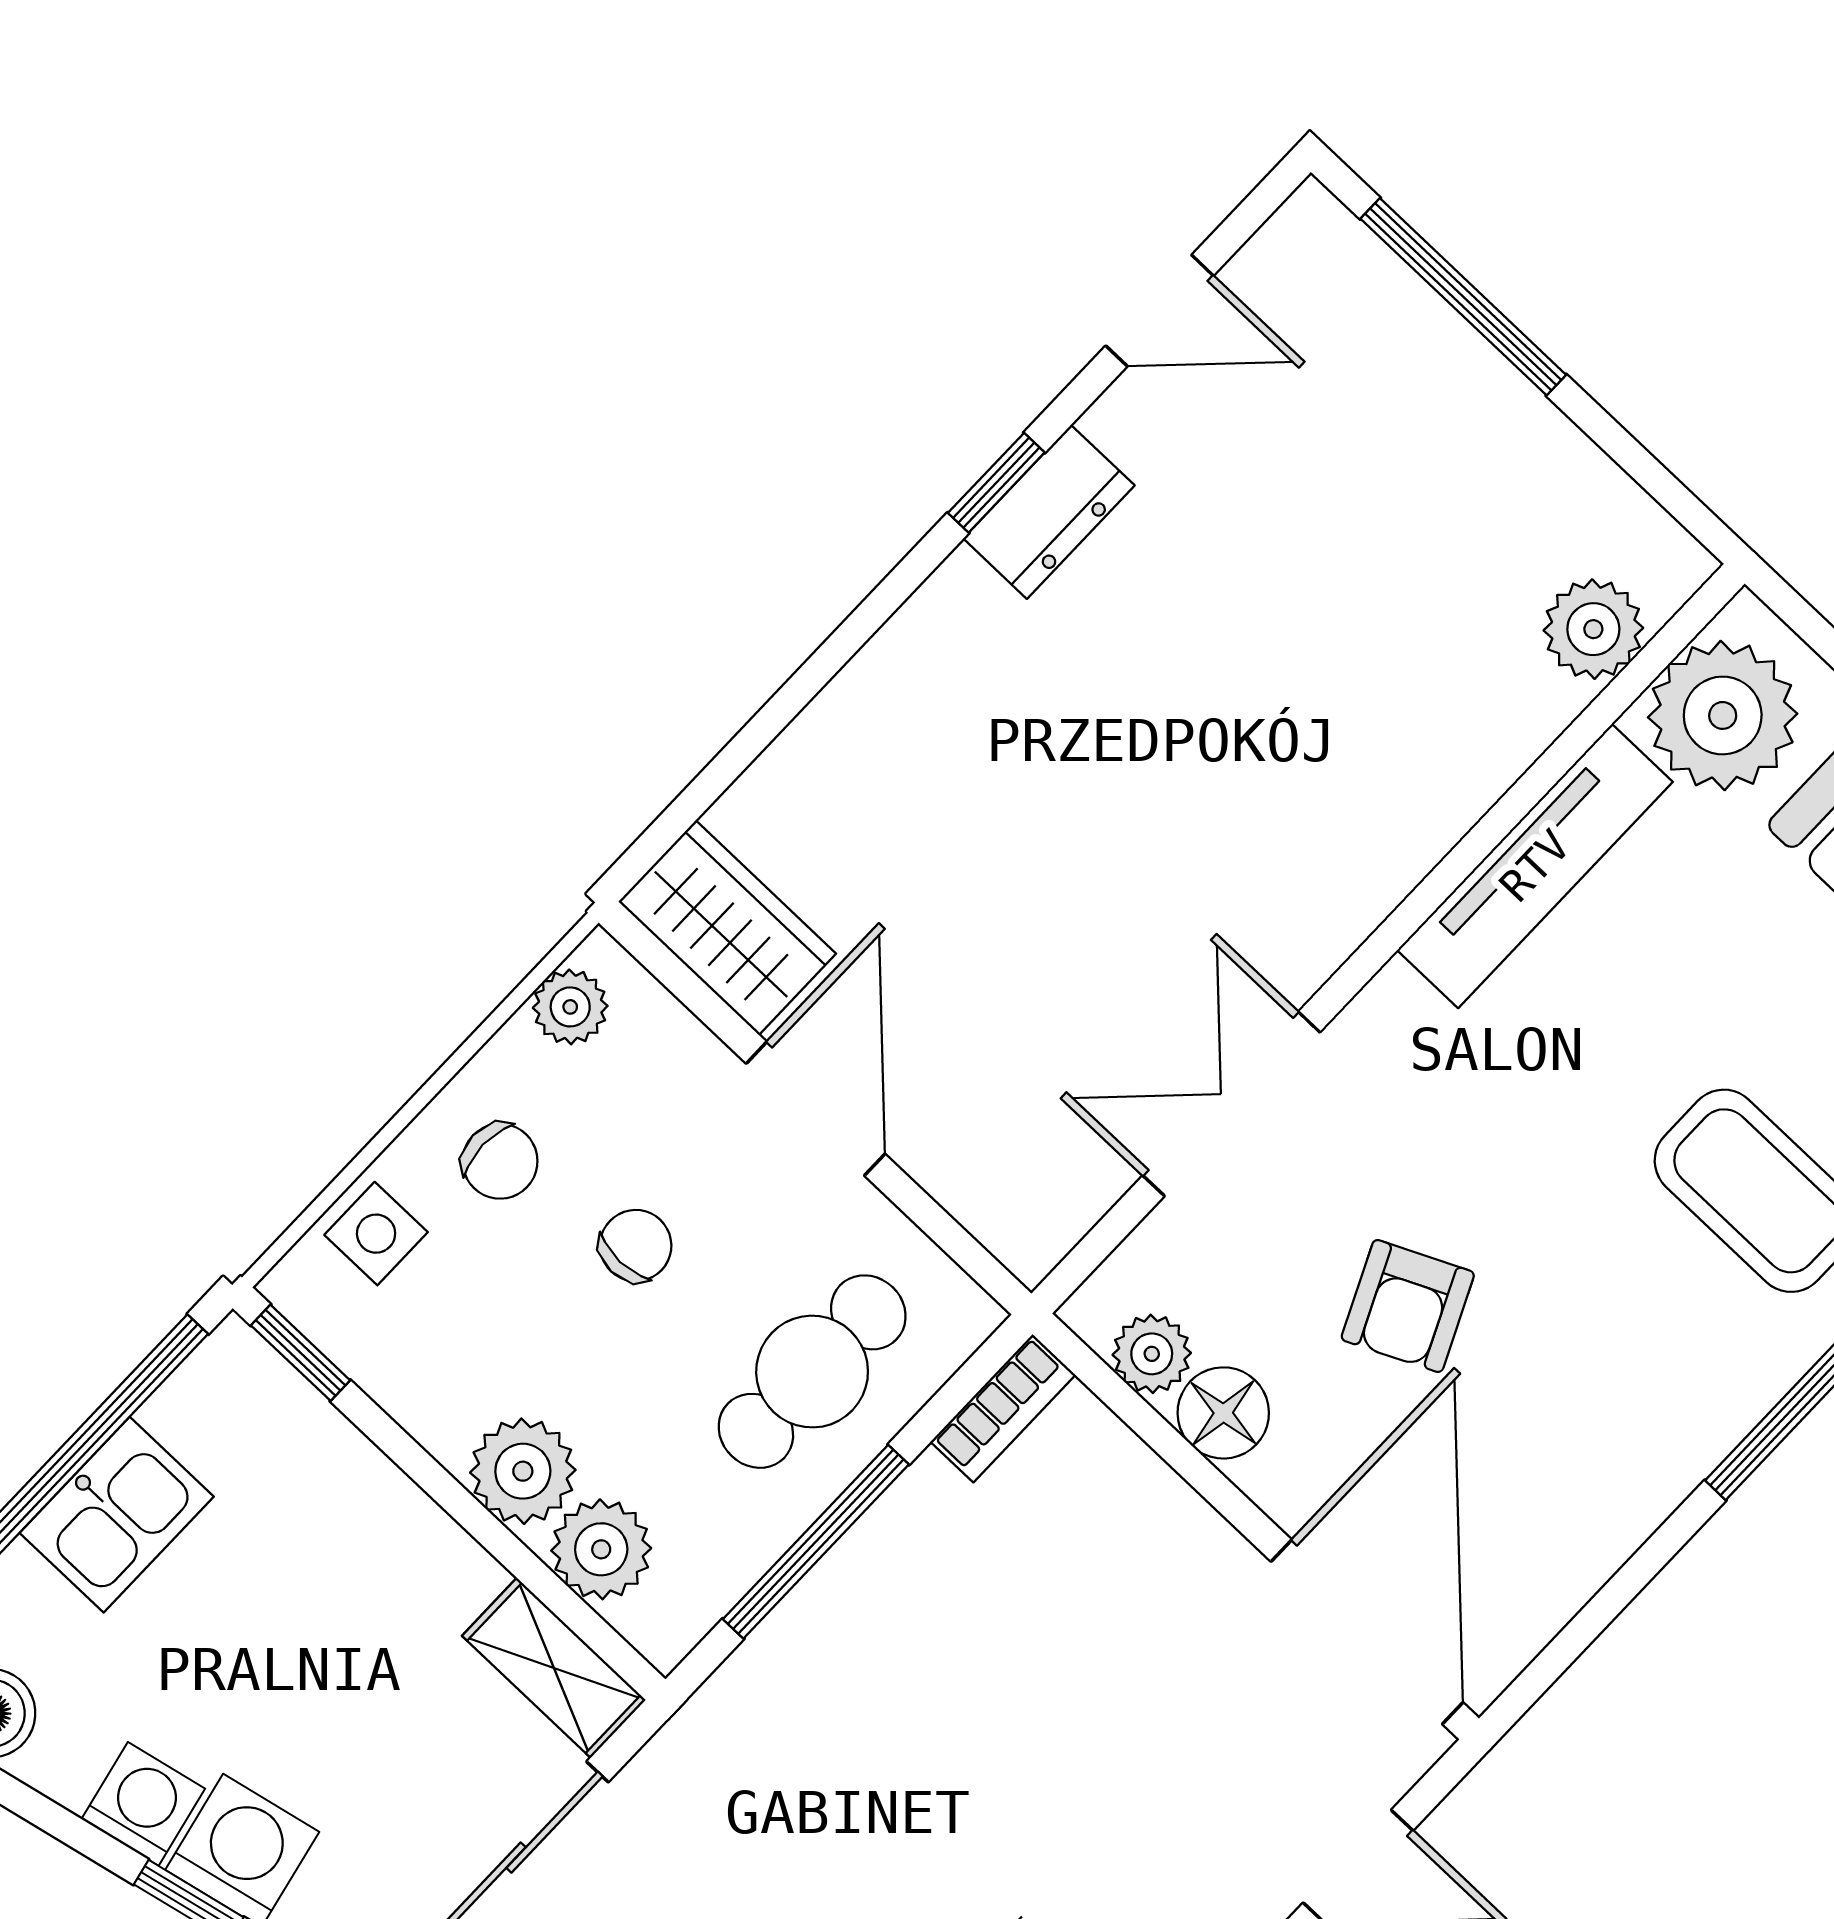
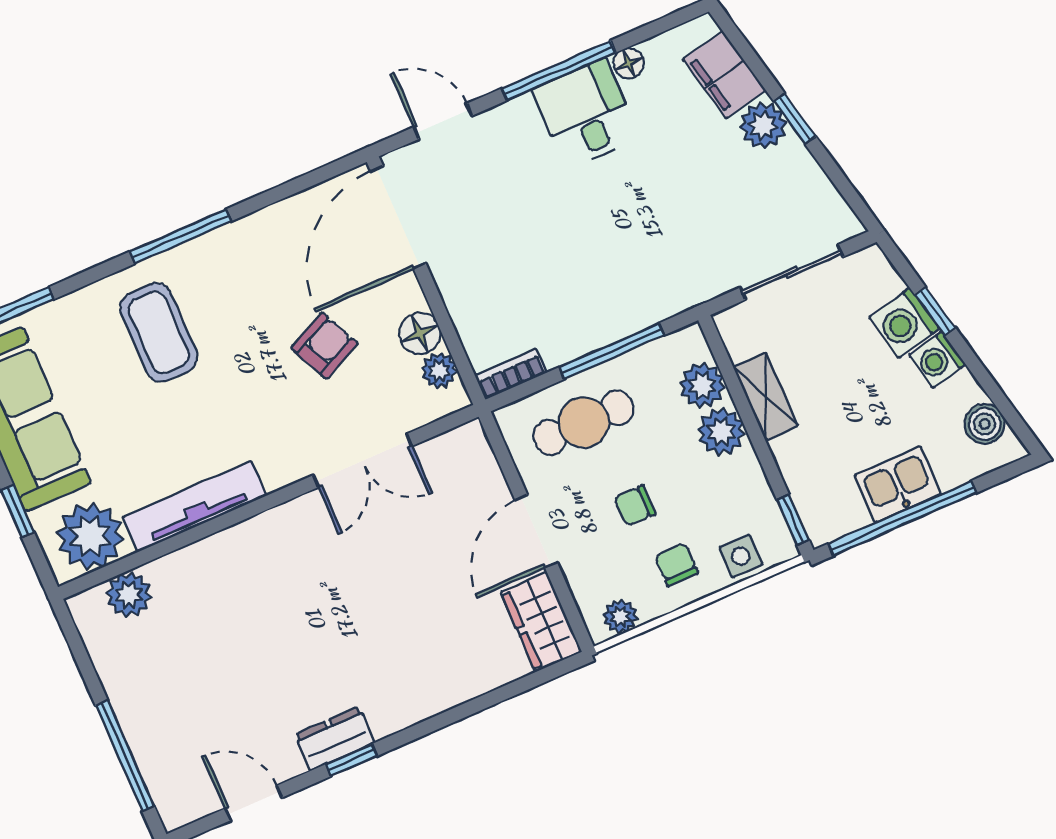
shelving: (554, 1668) -> (765, 396), moved

